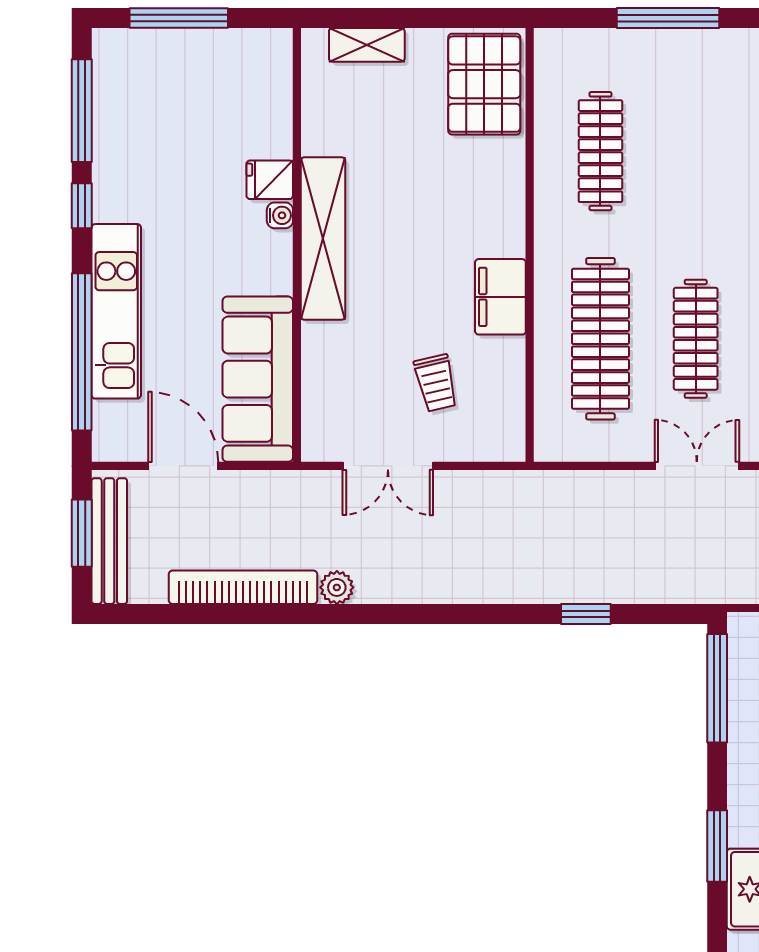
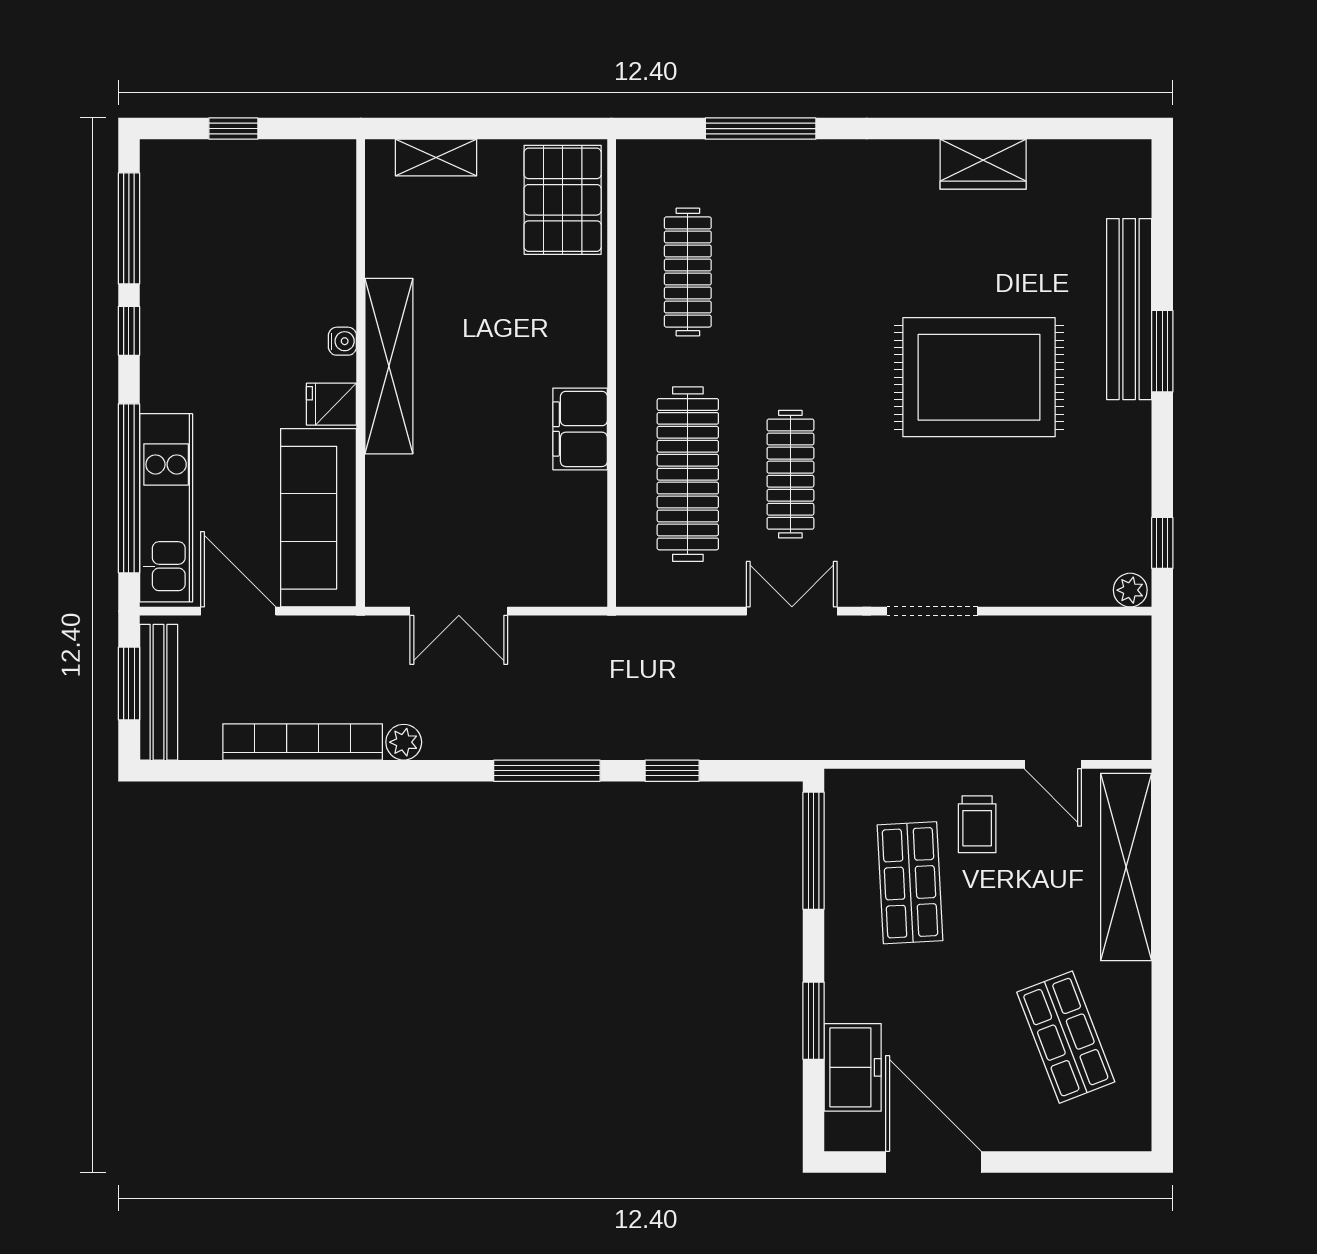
window: (179, 18) -> (233, 129), width x0.46
fridge: (270, 180) -> (331, 404), moved
kitchen unit: (116, 311) -> (166, 508), moved
trolley: (436, 383) -> (511, 522), removed
window: (470, 614) -> (547, 771), added

